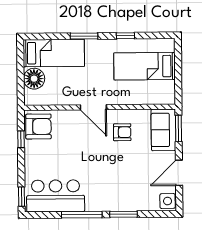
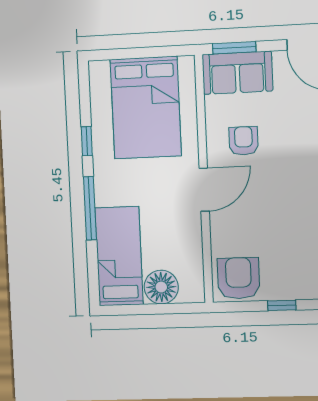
window: (84, 36) -> (90, 208), width x1.44
bed: (145, 66) -> (146, 108), width x1.50
window: (21, 139) -> (282, 305), moved

